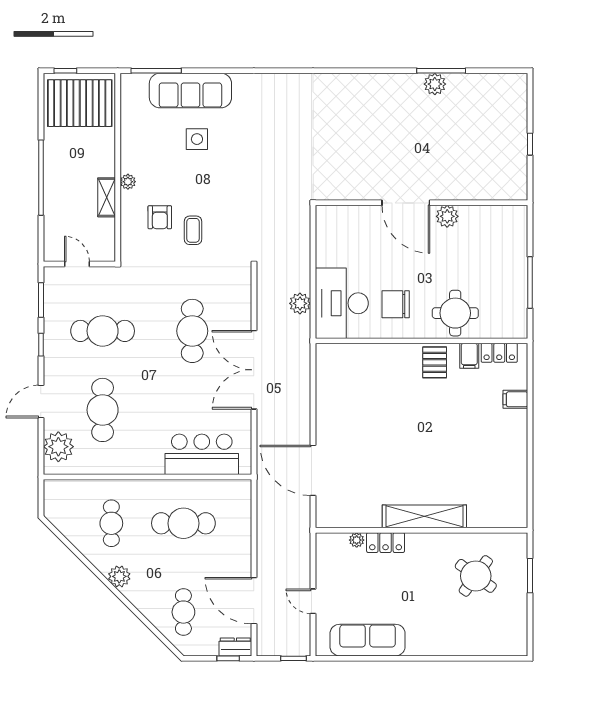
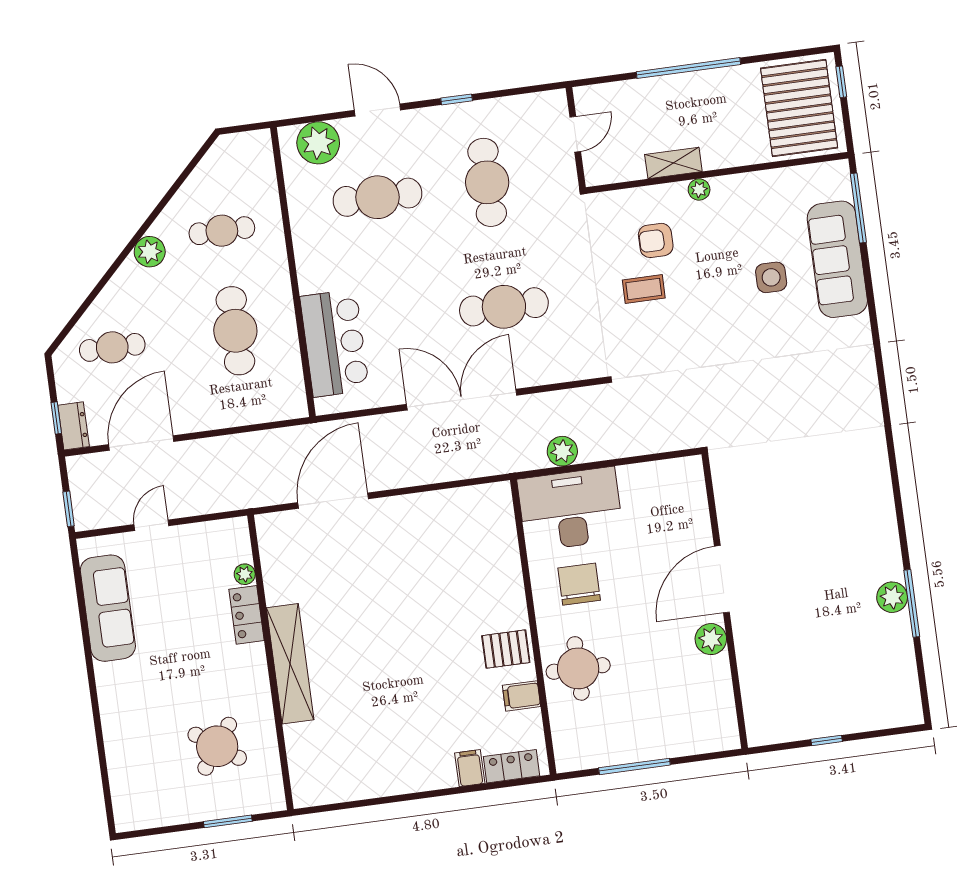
window: (41, 300) -> (519, 91), removed
locker: (499, 353) -> (512, 766), moved, turned 90

